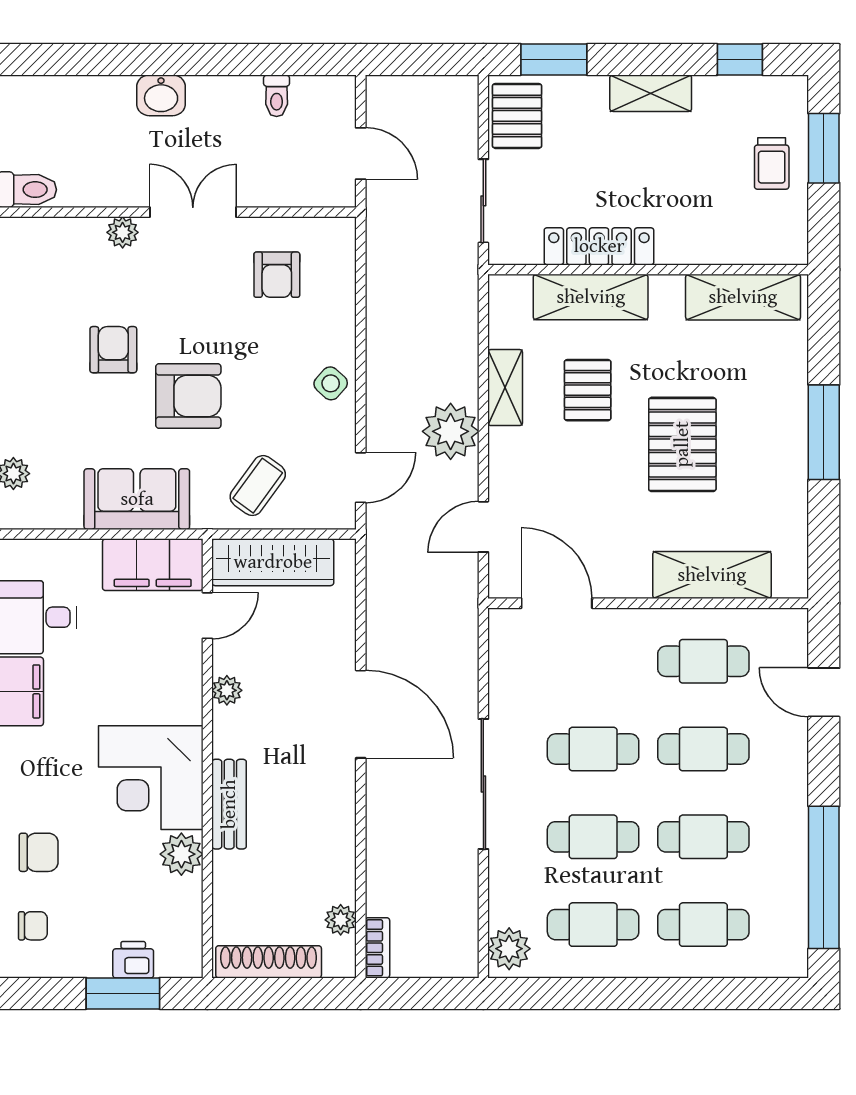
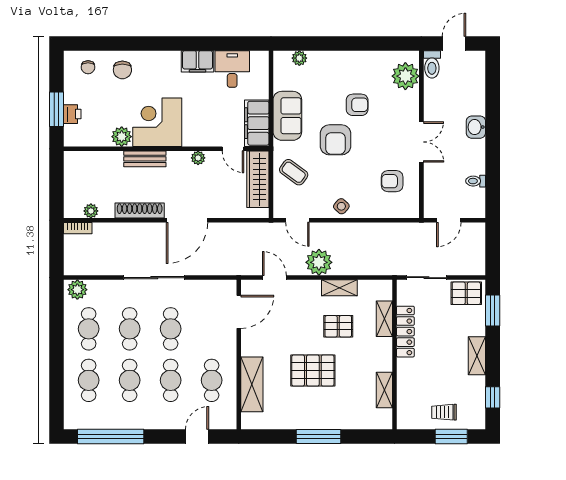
plant: (123, 232) -> (405, 76), moved, width x1.88, depth x1.88
shelving: (591, 297) -> (384, 319), width x0.67, depth x0.75
shelving: (743, 297) -> (384, 390), width x0.67, depth x0.75
shoe rack: (269, 962) -> (140, 211), moved, turned -90

